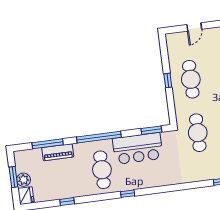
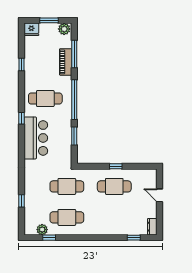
window: (151, 130) -> (74, 136), moved
bar counter: (138, 148) -> (36, 138), moved, turned 180
plant: (24, 180) -> (64, 29), moved

